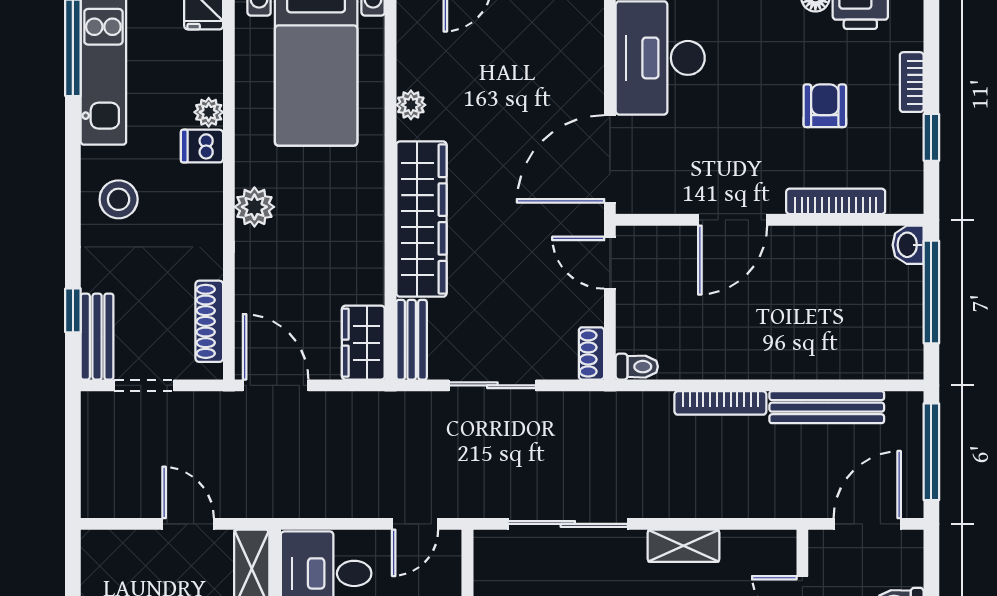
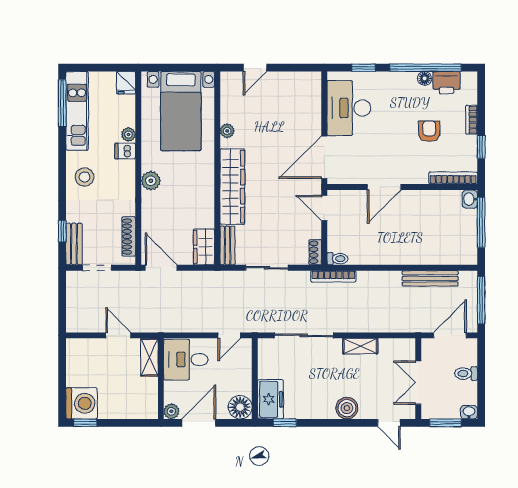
bookcase: (836, 201) -> (453, 178), moved
bookcase: (720, 403) -> (333, 276), moved

